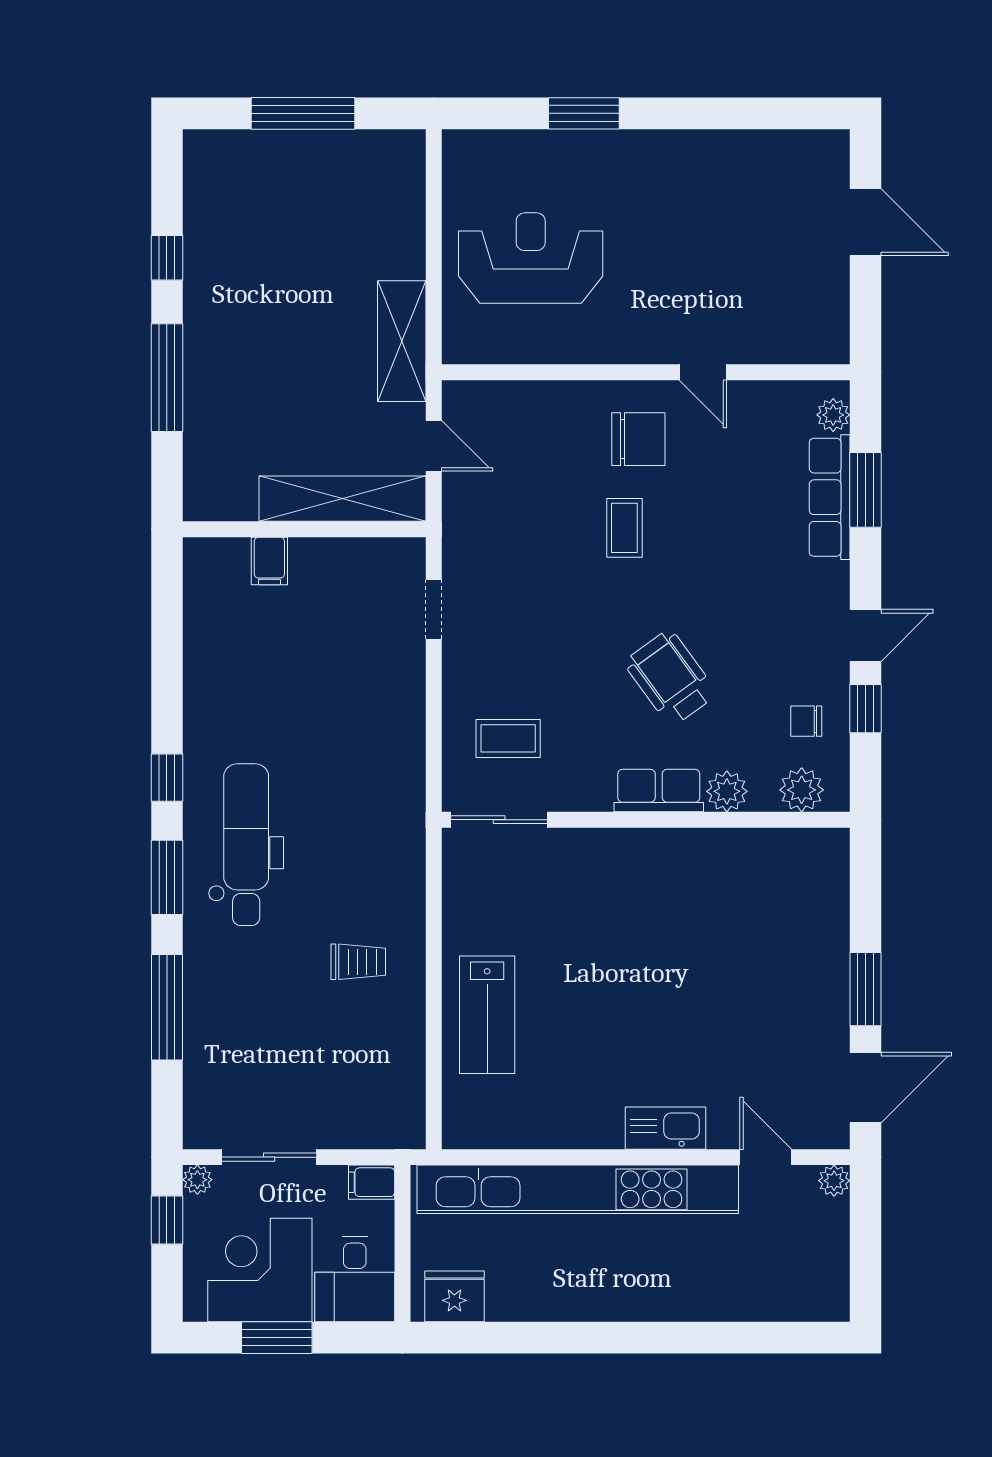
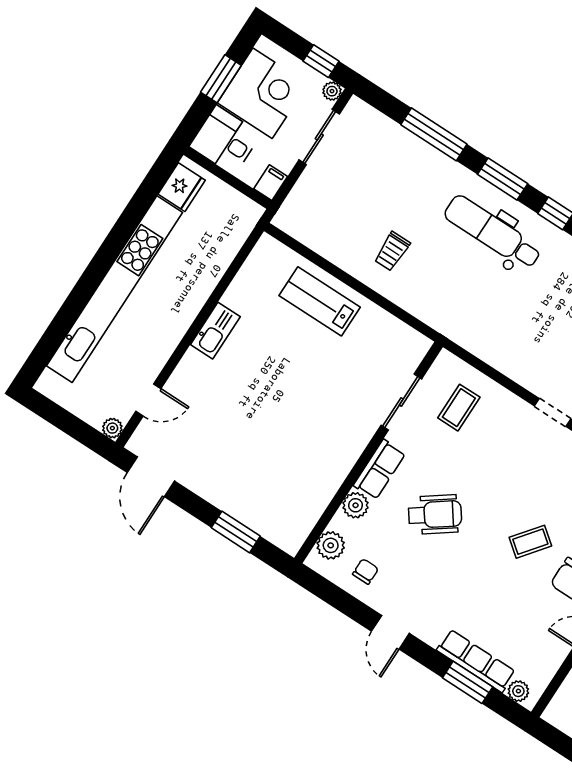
coffee table: (624, 528) -> (530, 542), turned -52
window: (865, 709) -> (352, 607), removed
sliding door: (499, 820) -> (401, 402), moved
dental chair: (246, 845) -> (493, 232), turned 180
window: (865, 989) -> (236, 532), moved
kitchen sink: (665, 1128) -> (215, 331), moved
kitchen unit: (578, 1189) -> (114, 289), moved, turned 180

